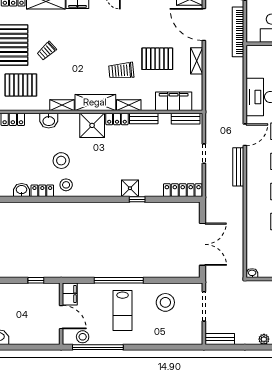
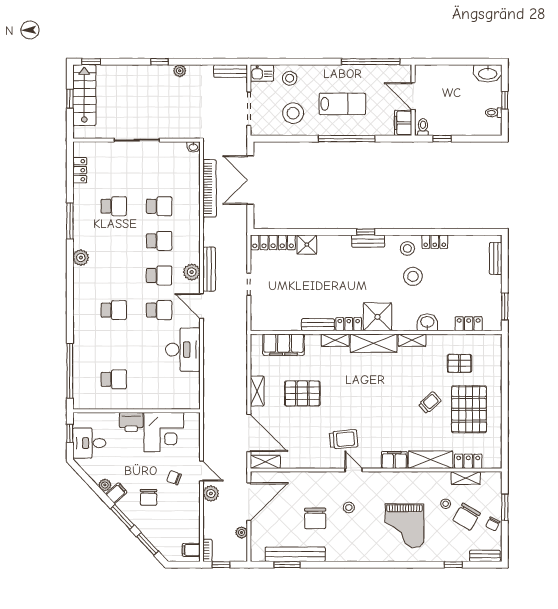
bookcase: (238, 32) -> (210, 188), moved
trolley: (121, 71) -> (344, 439), moved
pallet: (21, 85) -> (459, 363), width x0.67, depth x0.71
bench: (186, 119) -> (368, 241), moved
door: (245, 135) -> (202, 306), hinge flipped
plant: (253, 164) -> (192, 272), added
shower: (130, 188) -> (307, 245), moved
washbasin: (22, 190) -> (459, 243), removed
window: (137, 199) -> (366, 232), moved
toilet: (52, 290) -> (423, 127), added
lab bench: (123, 310) -> (342, 104), turned 90
stool: (83, 337) -> (290, 78), moved
kitchen sink: (193, 337) -> (262, 73), added

